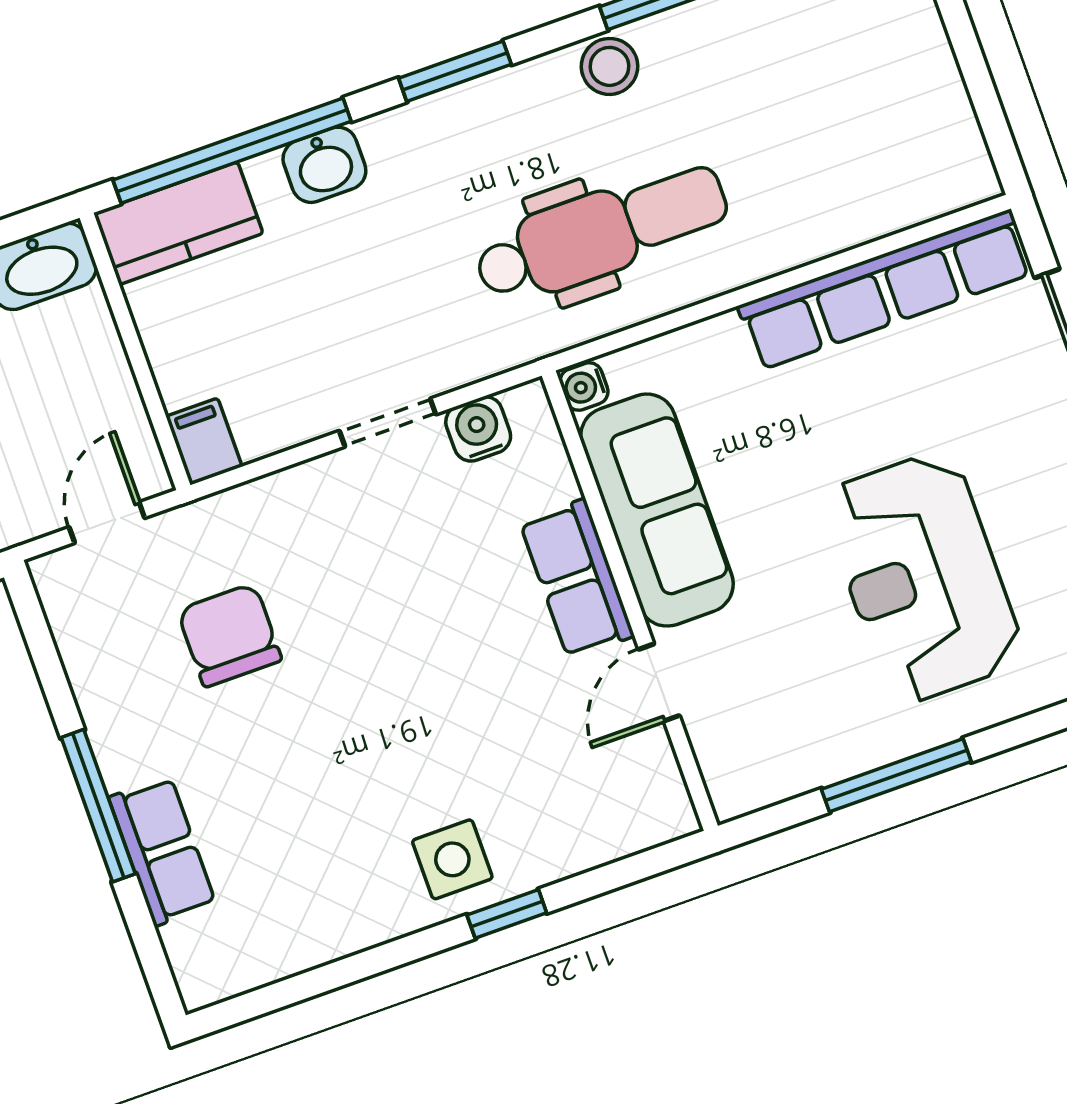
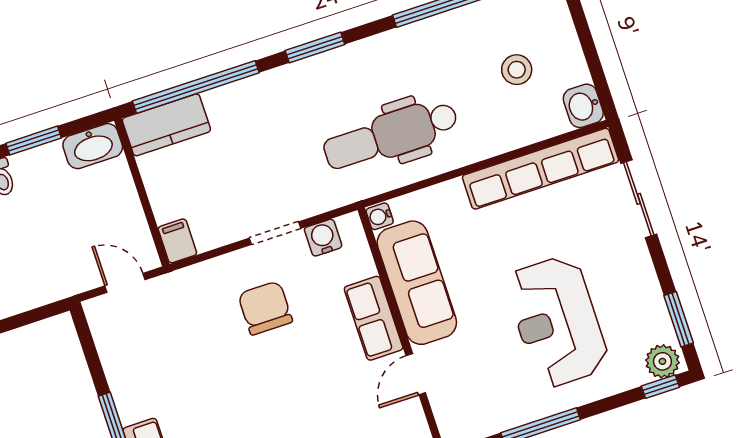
stool: (610, 66) -> (517, 70), moved
washbasin: (324, 165) -> (583, 106), moved, turned 90
dental chair: (601, 233) -> (391, 135), turned 180
door: (107, 523) -> (125, 283), hinge flipped
chair: (229, 635) -> (265, 308), moved

